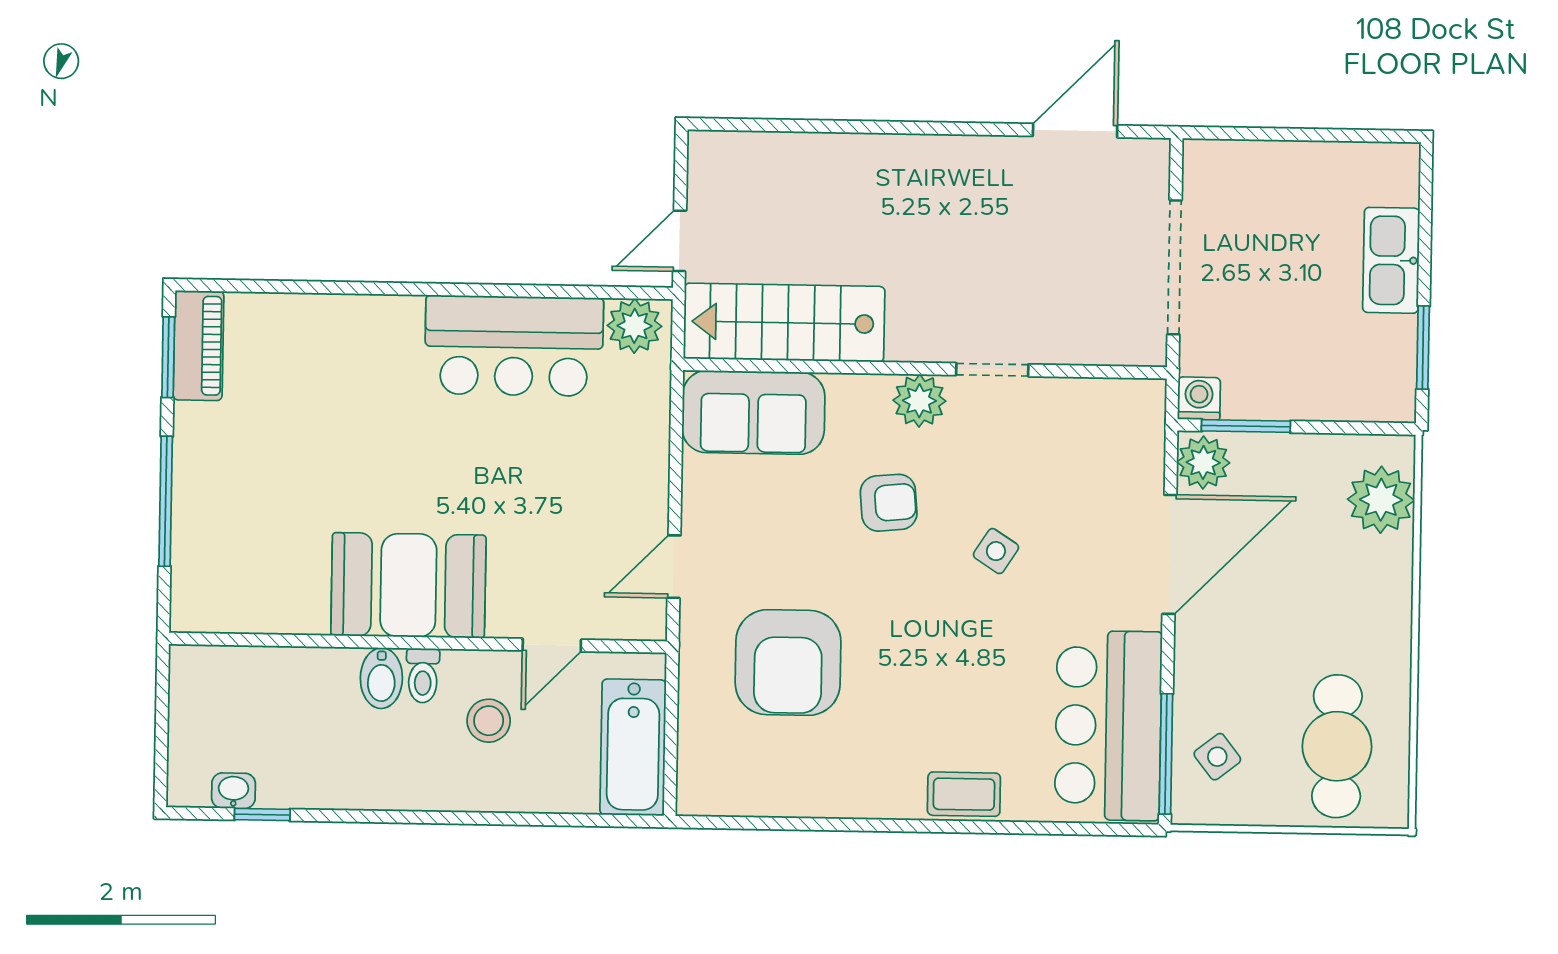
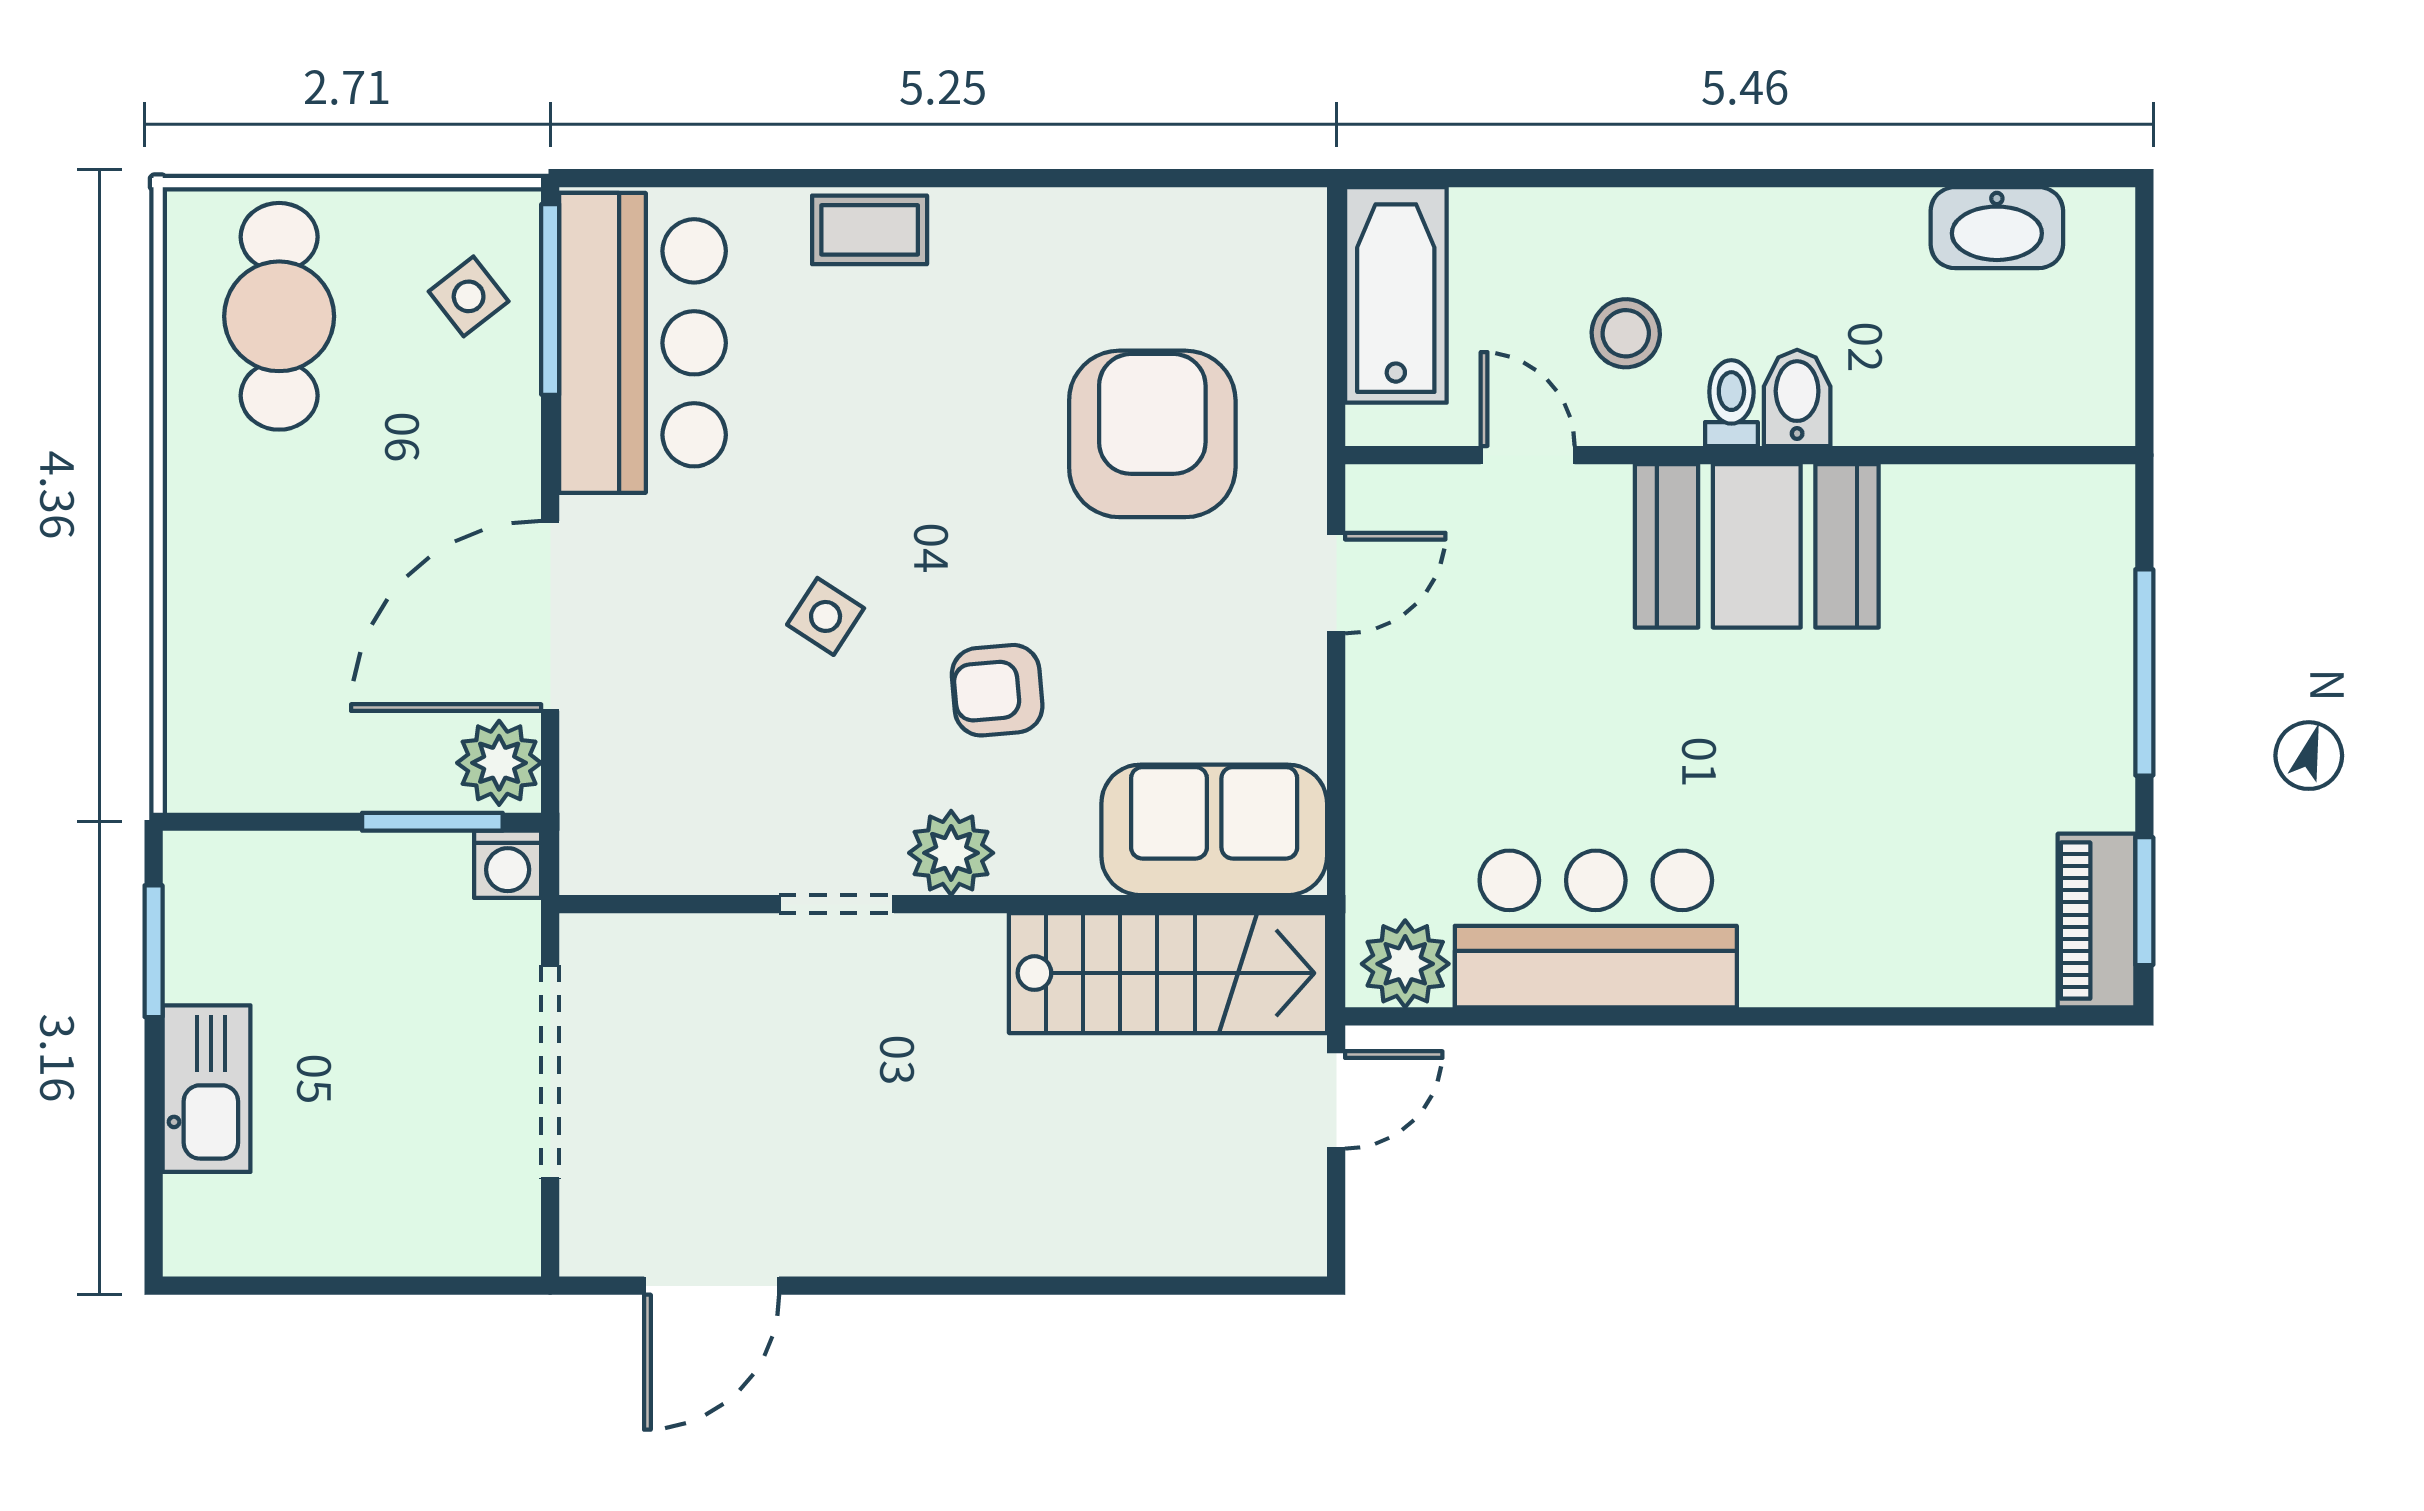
plant: (1381, 500) -> (216, 709), removed
door: (552, 645) -> (1528, 455), hinge flipped
washbasin: (234, 791) -> (1997, 228), width x1.91, depth x1.45
window: (262, 815) -> (1982, 178), removed

